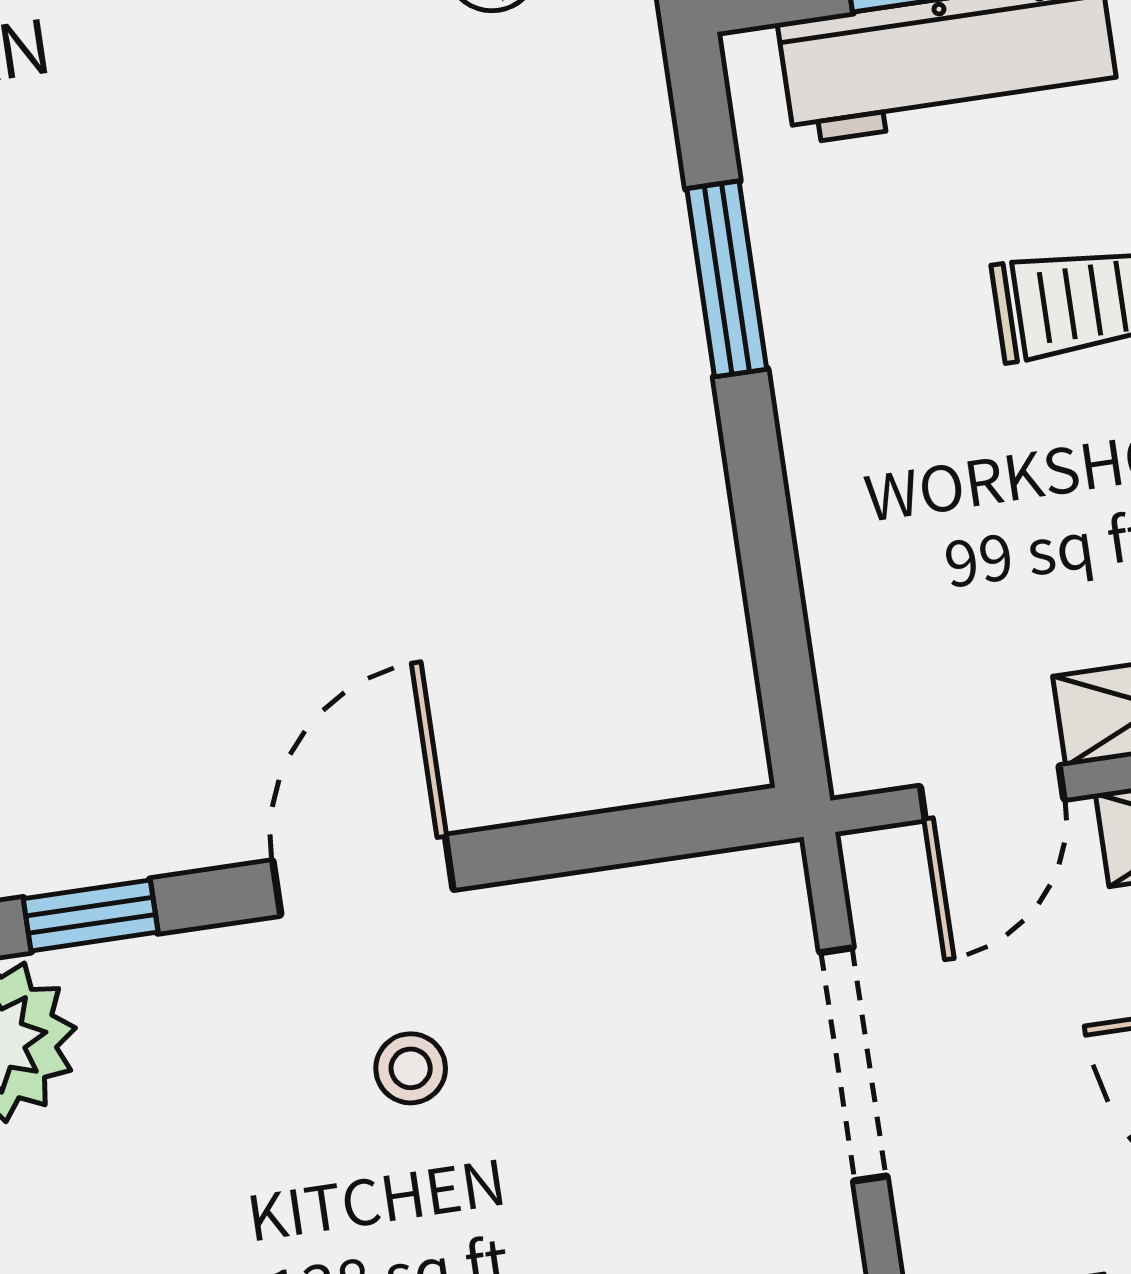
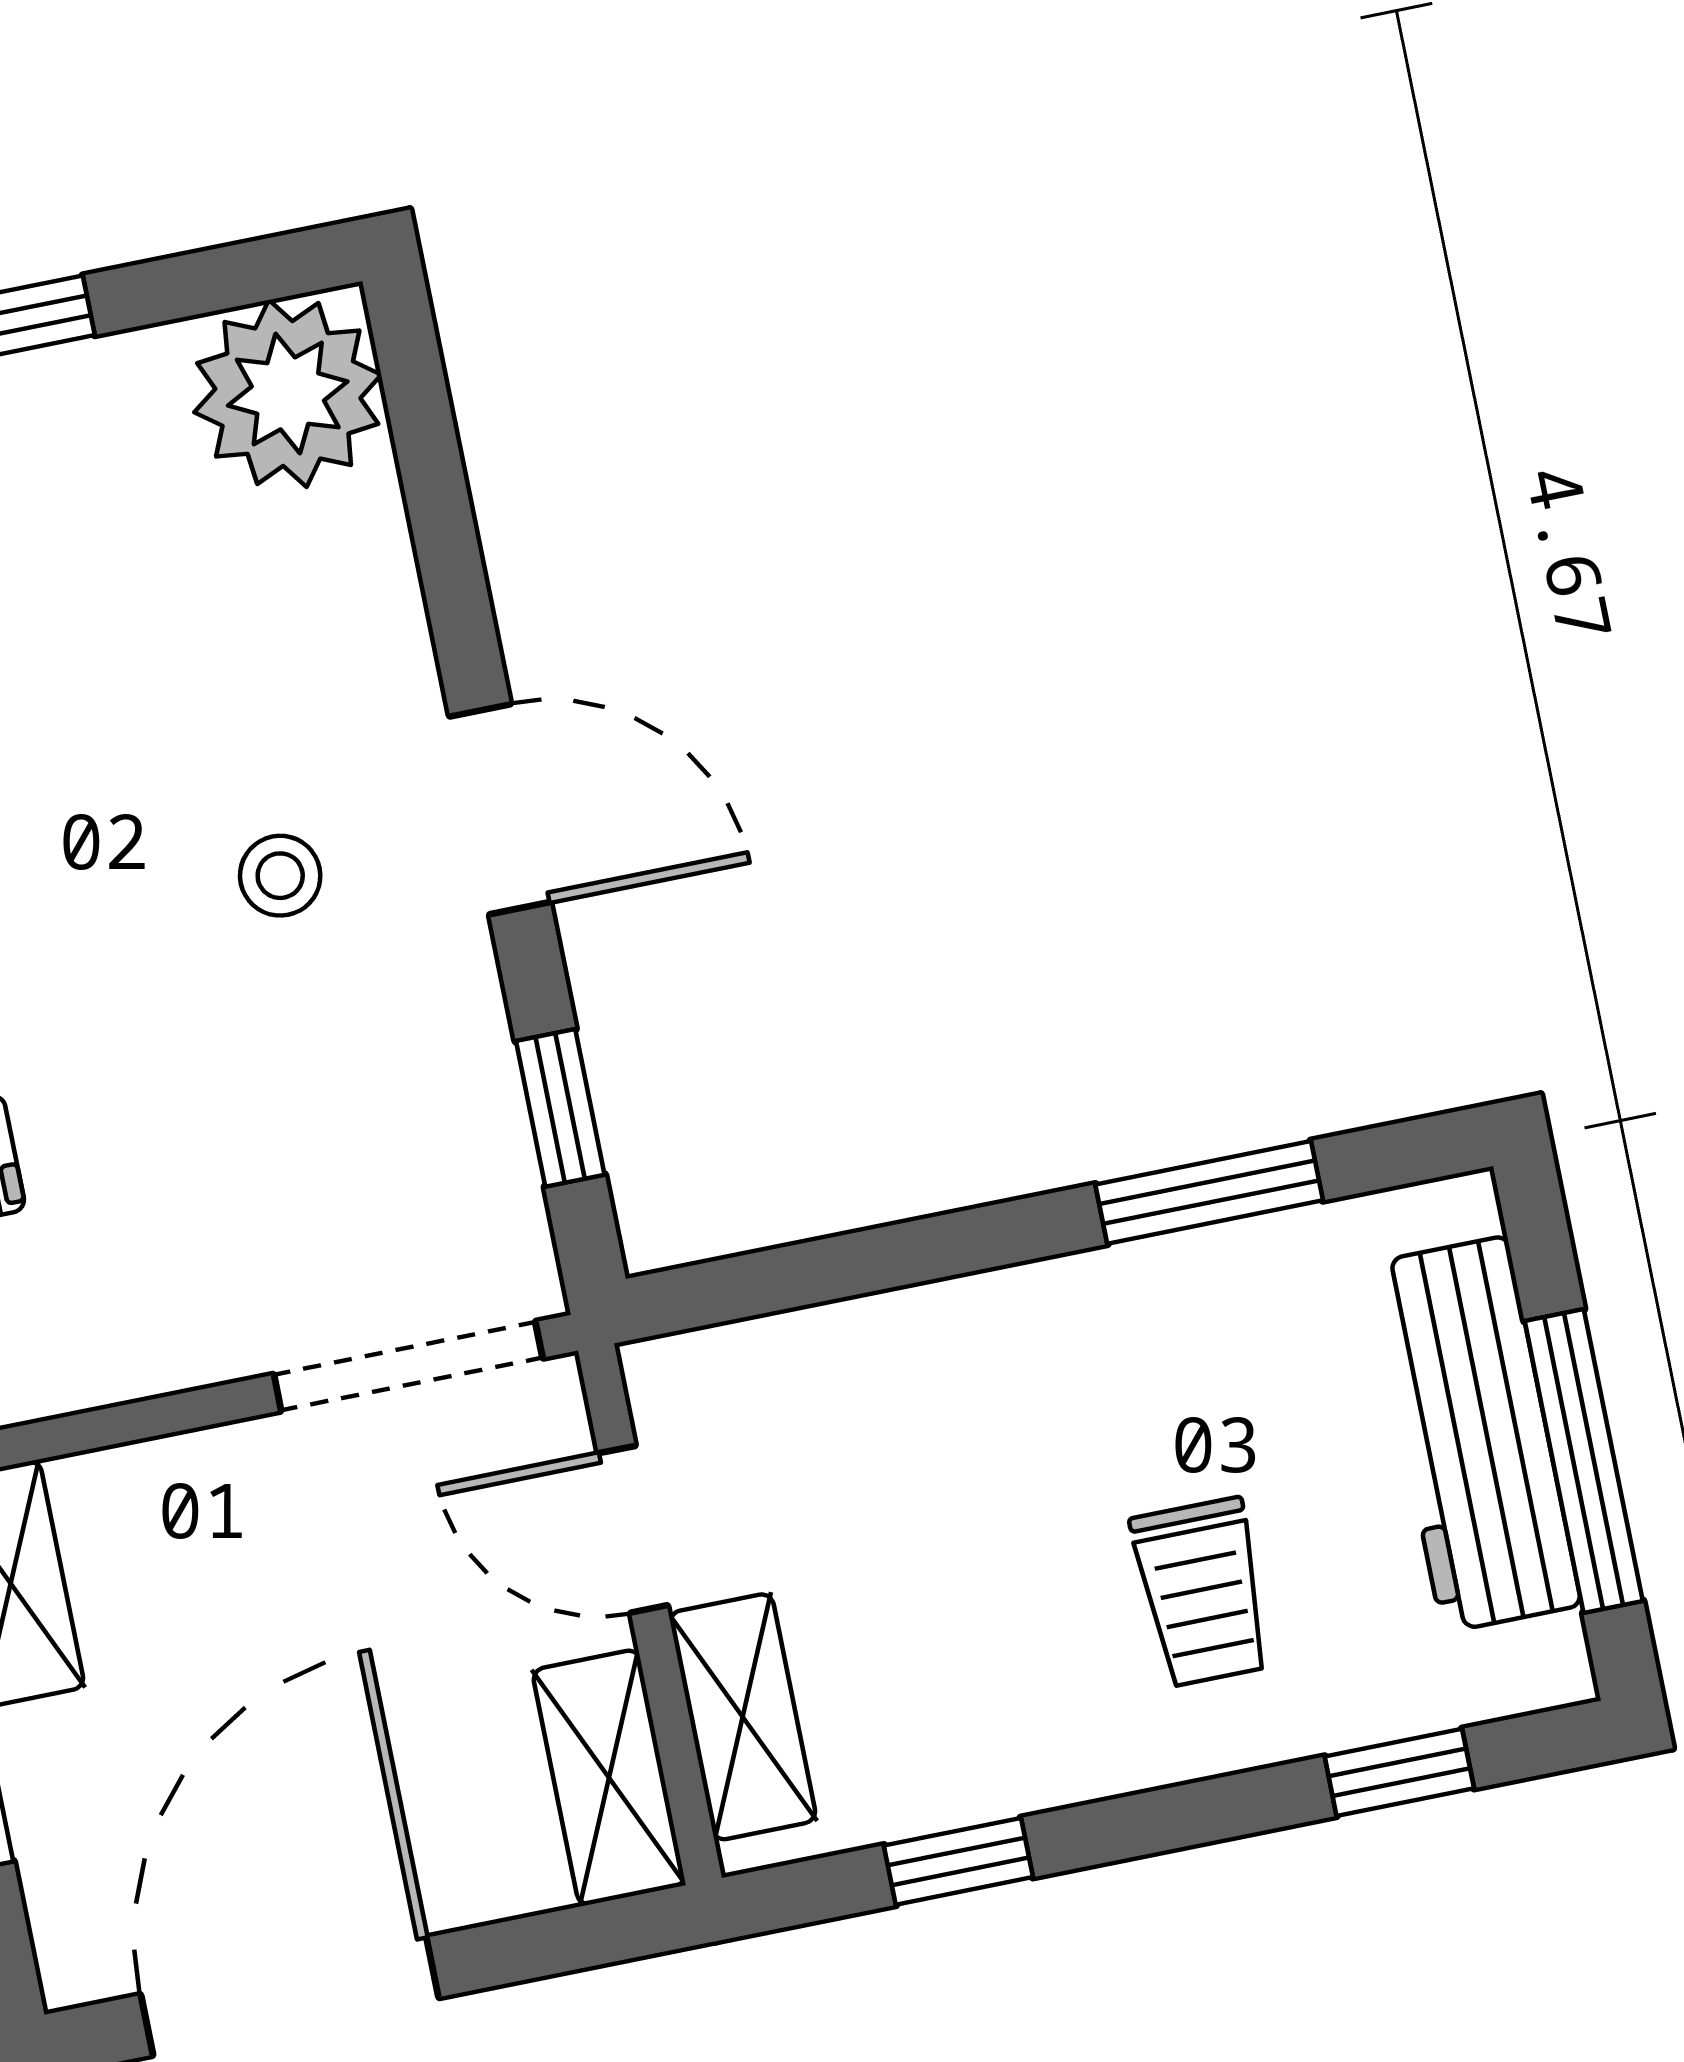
window: (91, 915) -> (560, 1108), moved
doorway: (853, 1064) -> (408, 1366), moved

